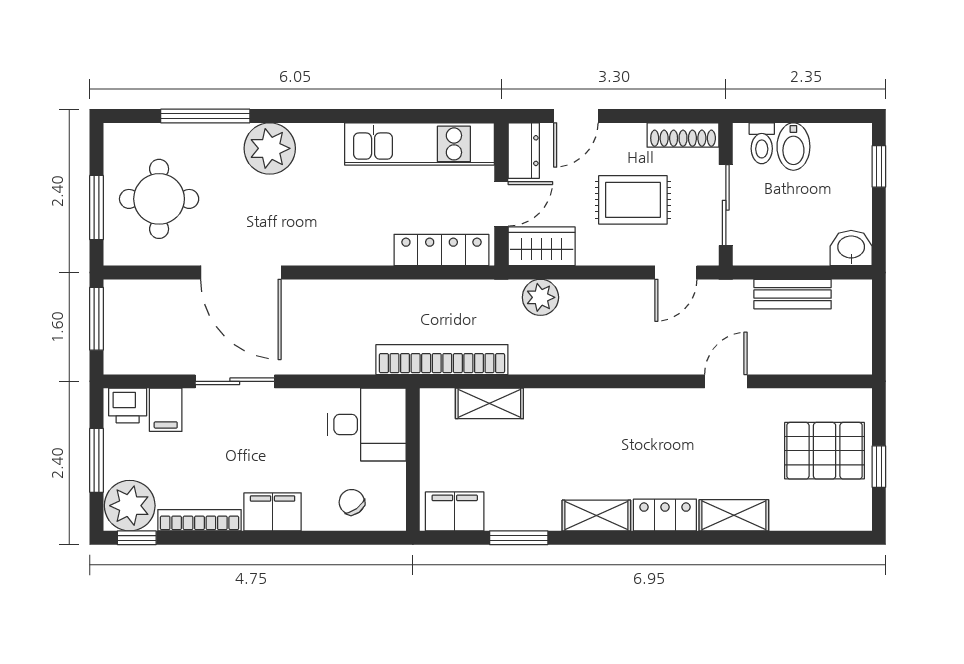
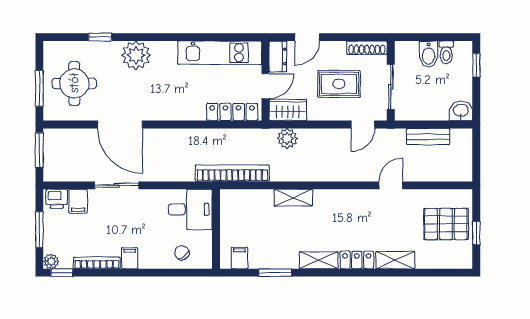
window: (205, 116) -> (100, 37), width x0.46
toilet: (762, 143) -> (446, 52), moved
shelving: (489, 403) -> (293, 198), moved
plant: (130, 506) -> (51, 261), width x0.53, depth x0.53
filing cabinet: (455, 511) -> (239, 258), width x0.50
filing cabinet: (273, 512) -> (130, 258), width x0.50

